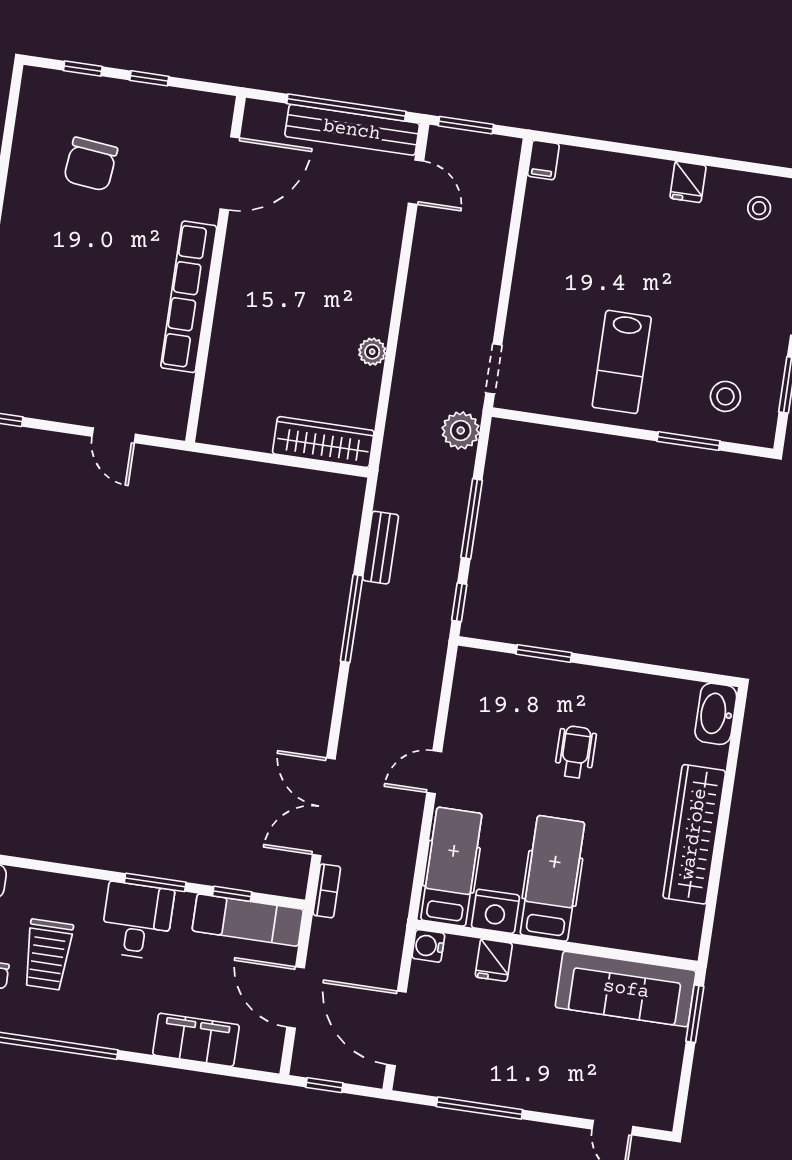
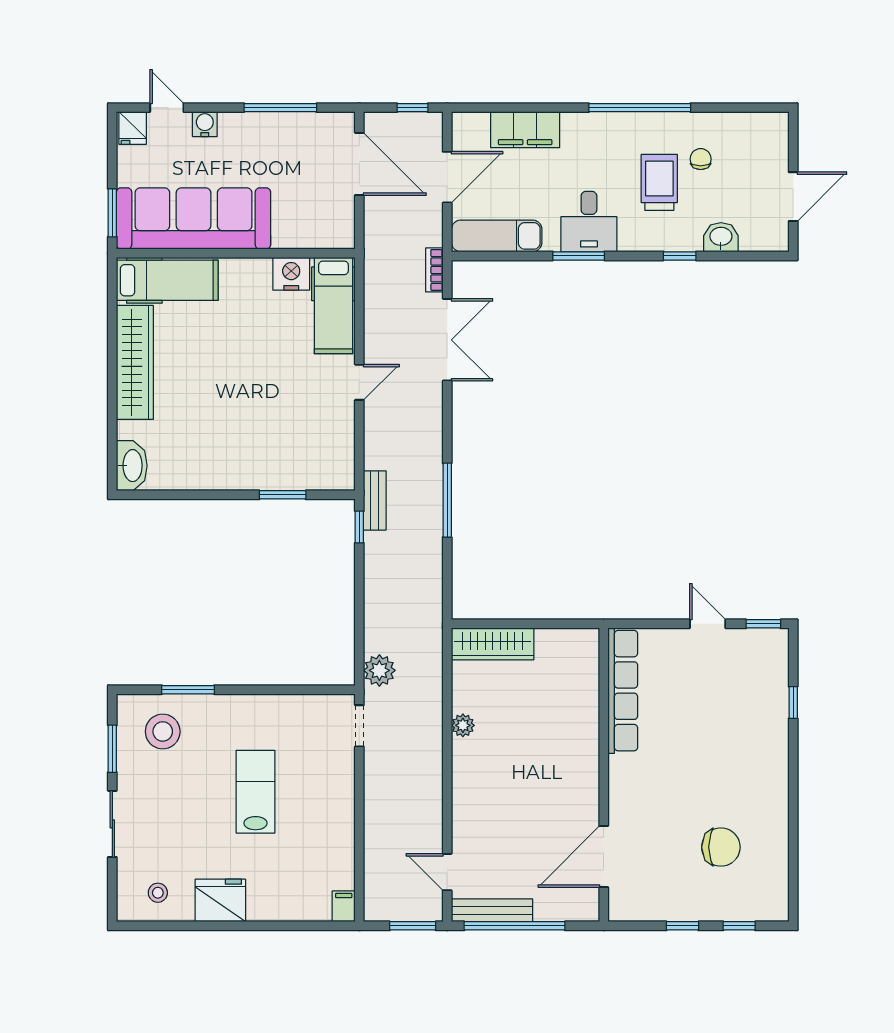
bench: (352, 130) -> (492, 910), width x0.73, depth x0.82
chair: (91, 164) -> (721, 847), turned 84
fridge: (688, 182) -> (220, 900), width x1.88, depth x1.34
row of seats: (189, 297) -> (623, 691), moved
lab bench: (622, 362) -> (256, 792), moved
stool: (725, 396) -> (163, 731), width x1.38, depth x1.38
door: (114, 435) -> (708, 624), moved
window: (472, 519) -> (359, 598), removed
bench: (381, 548) -> (375, 500), moved
wheelchair: (576, 752) -> (244, 416), removed
hospital bed: (552, 878) -> (167, 280), moved, turned -90
window: (232, 894) -> (680, 256), moved
water cooler: (428, 946) -> (205, 124), moved, turned -90
fridge: (494, 960) -> (133, 128), moved, turned 180
sofa: (626, 989) -> (194, 218), width x1.36, depth x1.27
door: (296, 997) -> (447, 177), hinge flipped

